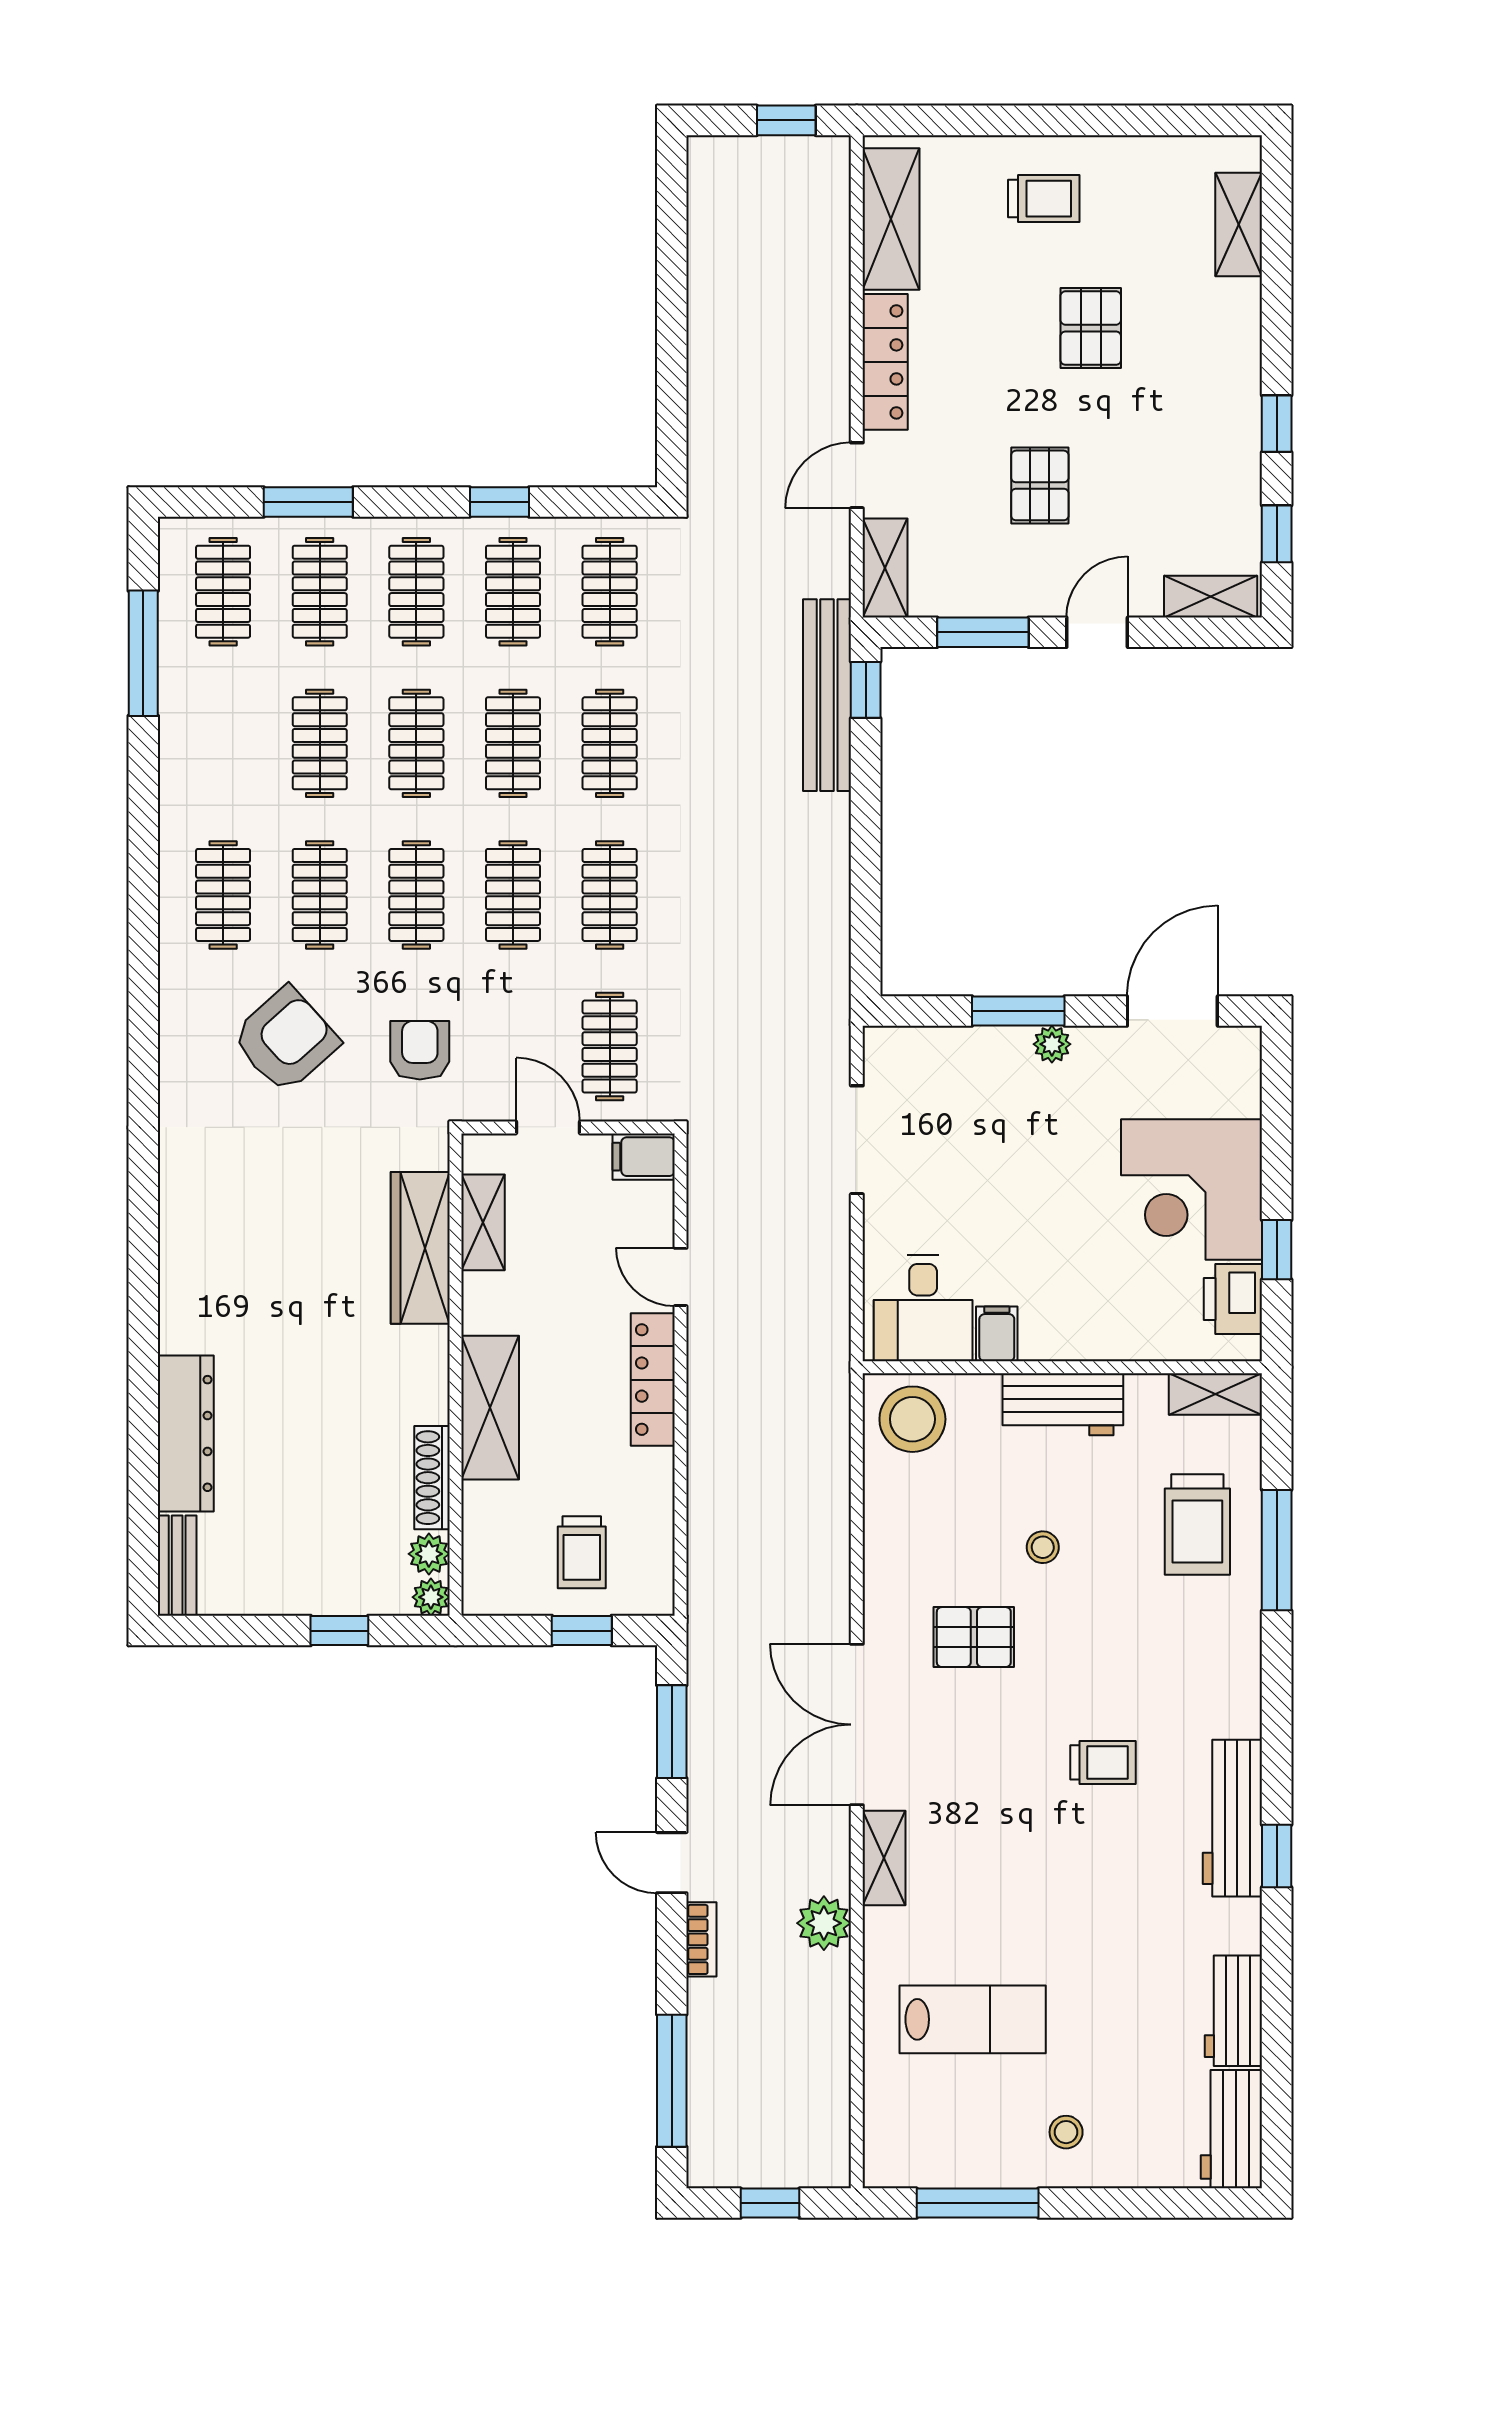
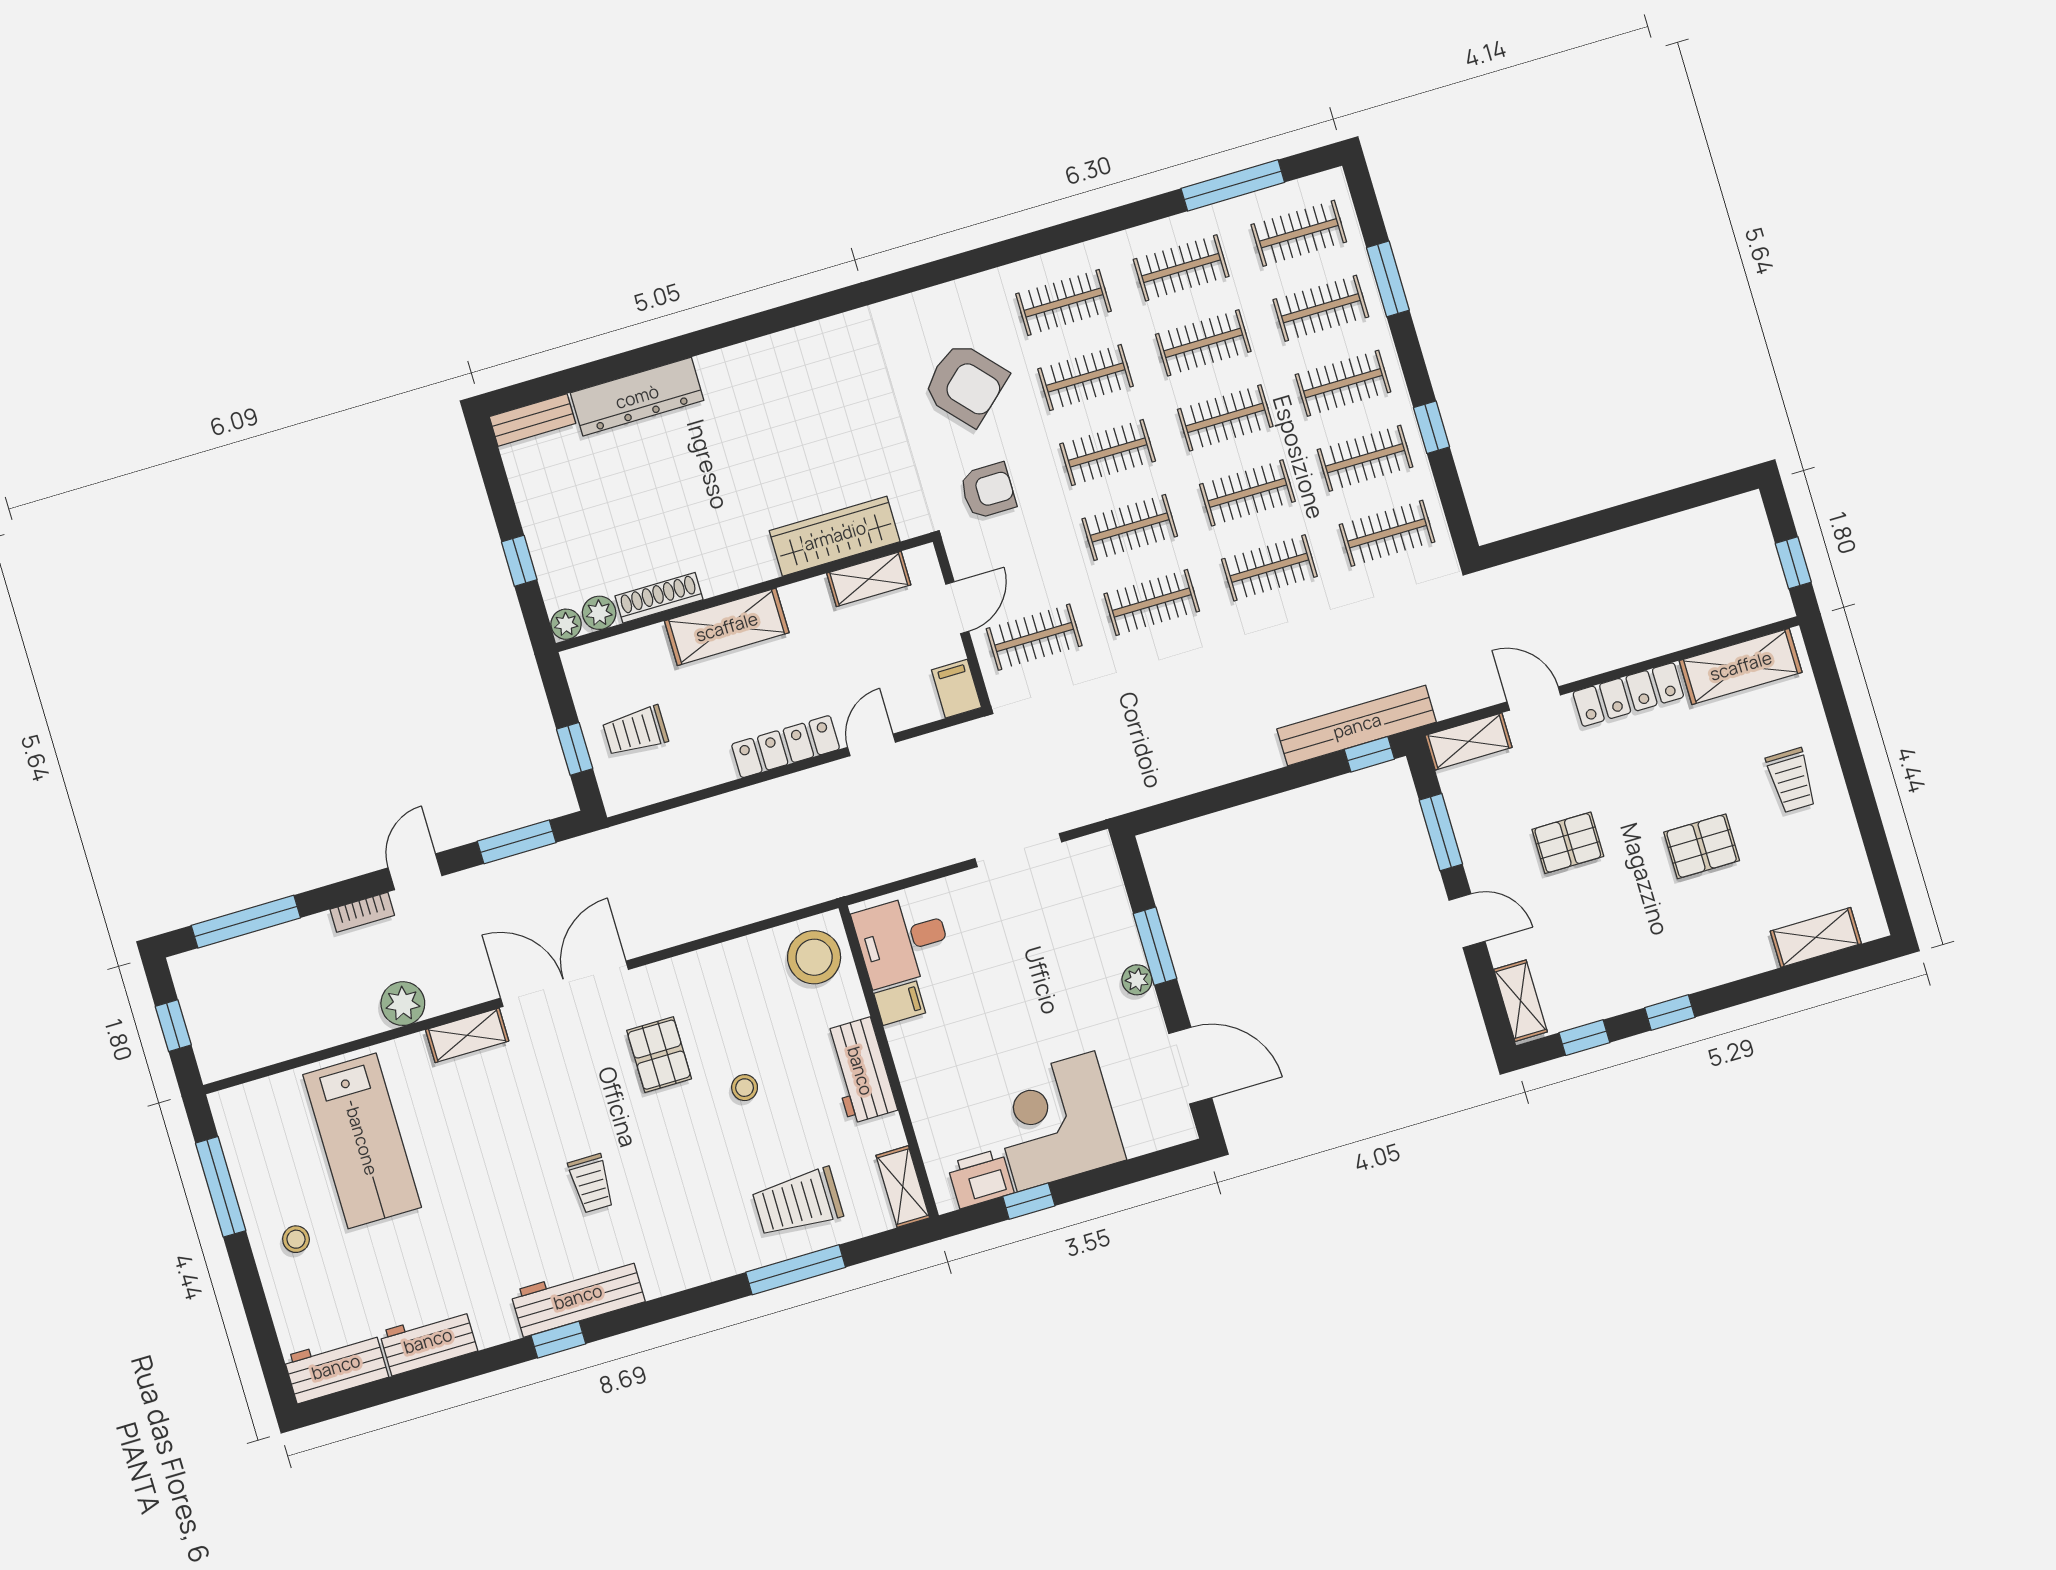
clothes rail: (223, 743) -> (1181, 268), added
lab bench: (973, 2019) -> (362, 1141), width x1.36, depth x1.39

